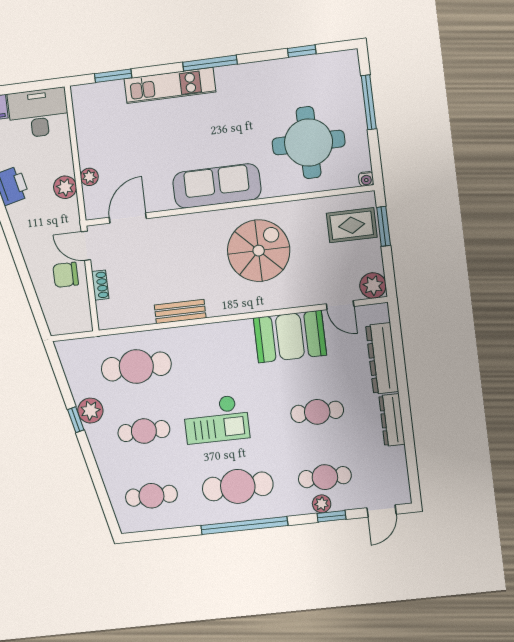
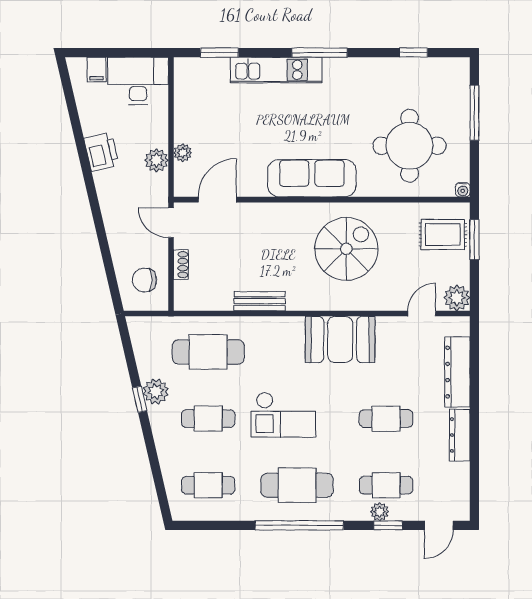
chair: (66, 275) -> (145, 280), moved
door: (340, 305) -> (422, 314), swing flipped
booth: (290, 337) -> (340, 339), moved

